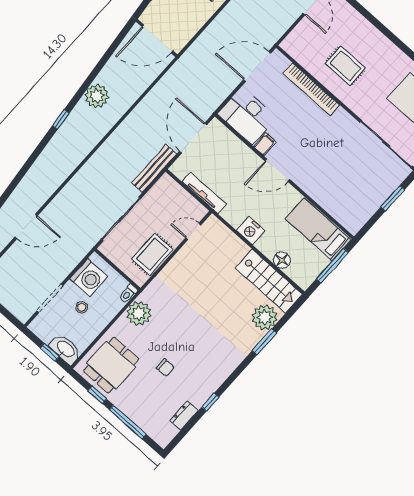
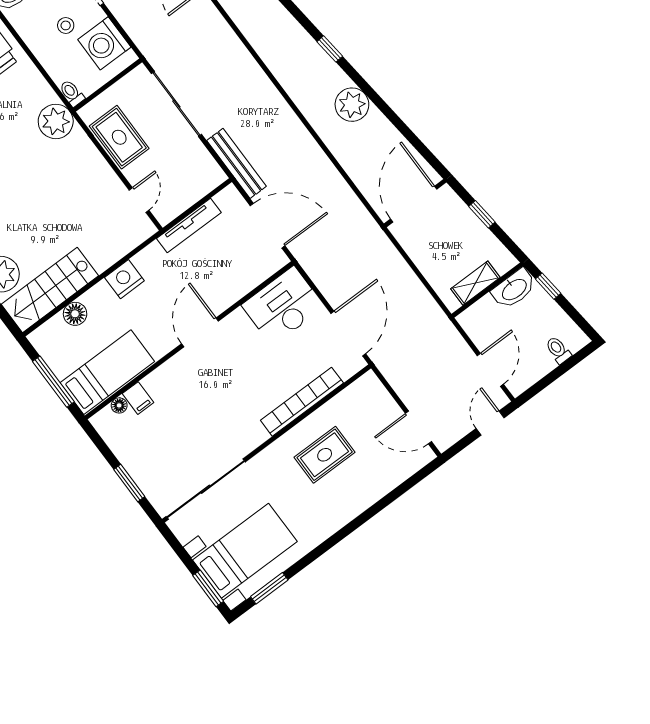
filing cabinet: (265, 144) -> (138, 398), moved
floor lamp: (340, 216) -> (119, 405), added
plant: (139, 313) -> (56, 121), moved

